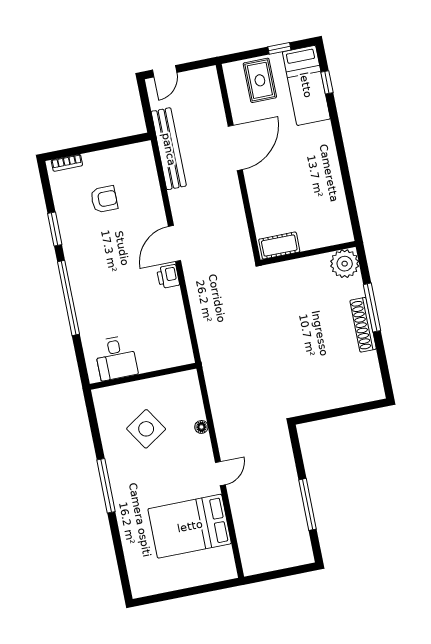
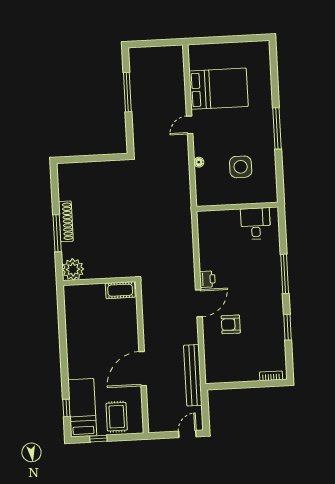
armchair: (104, 199) -> (231, 324), moved
window: (68, 298) -> (285, 274), width x0.68
side table: (146, 429) -> (241, 167), turned 33

